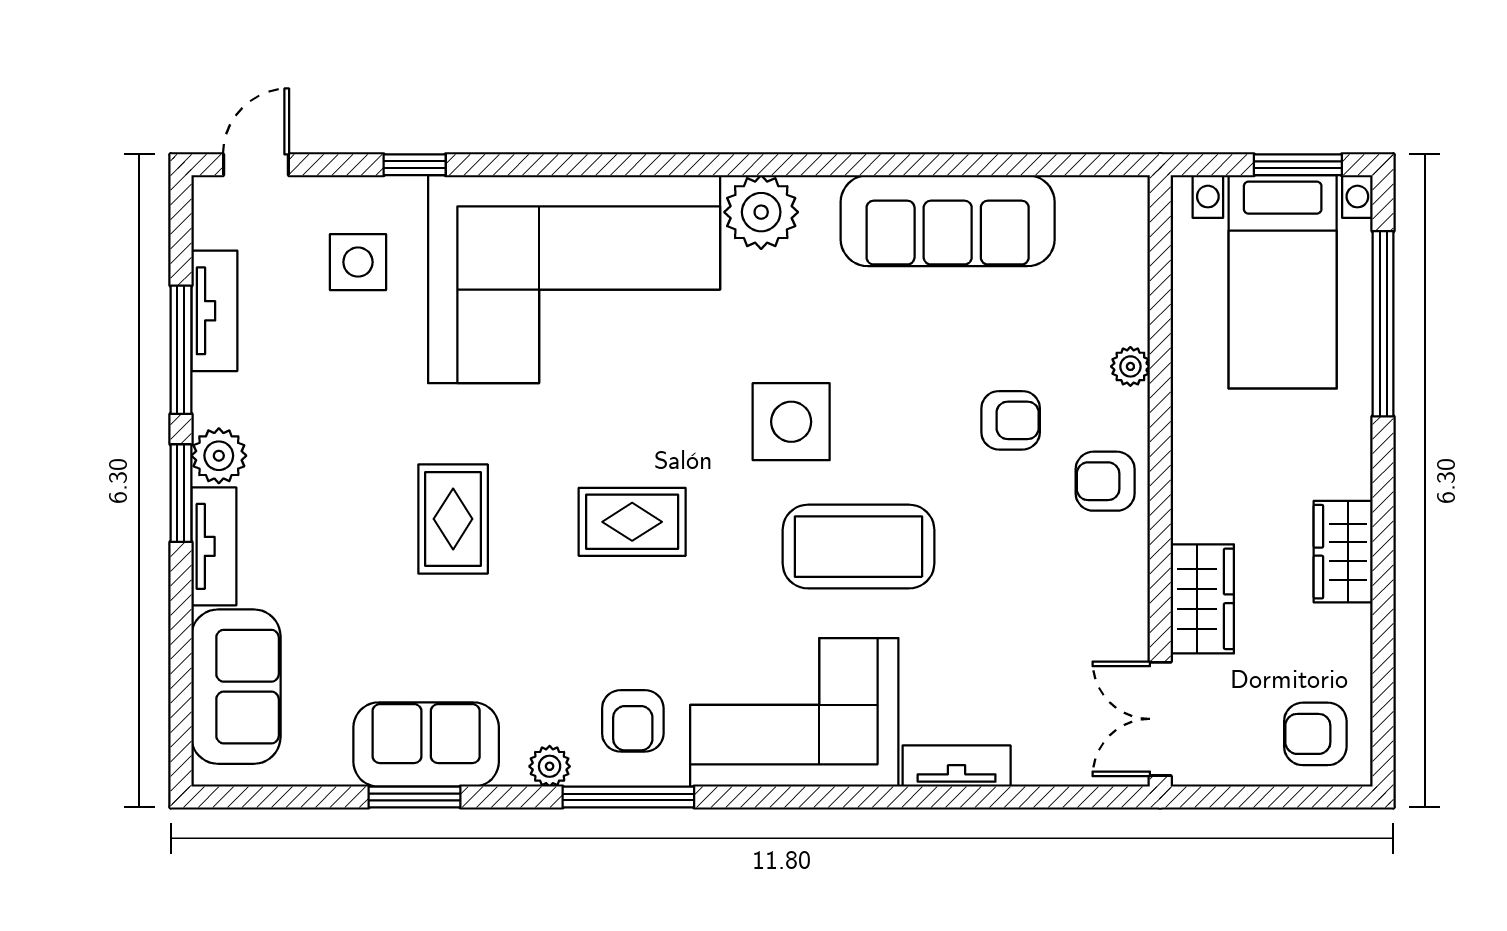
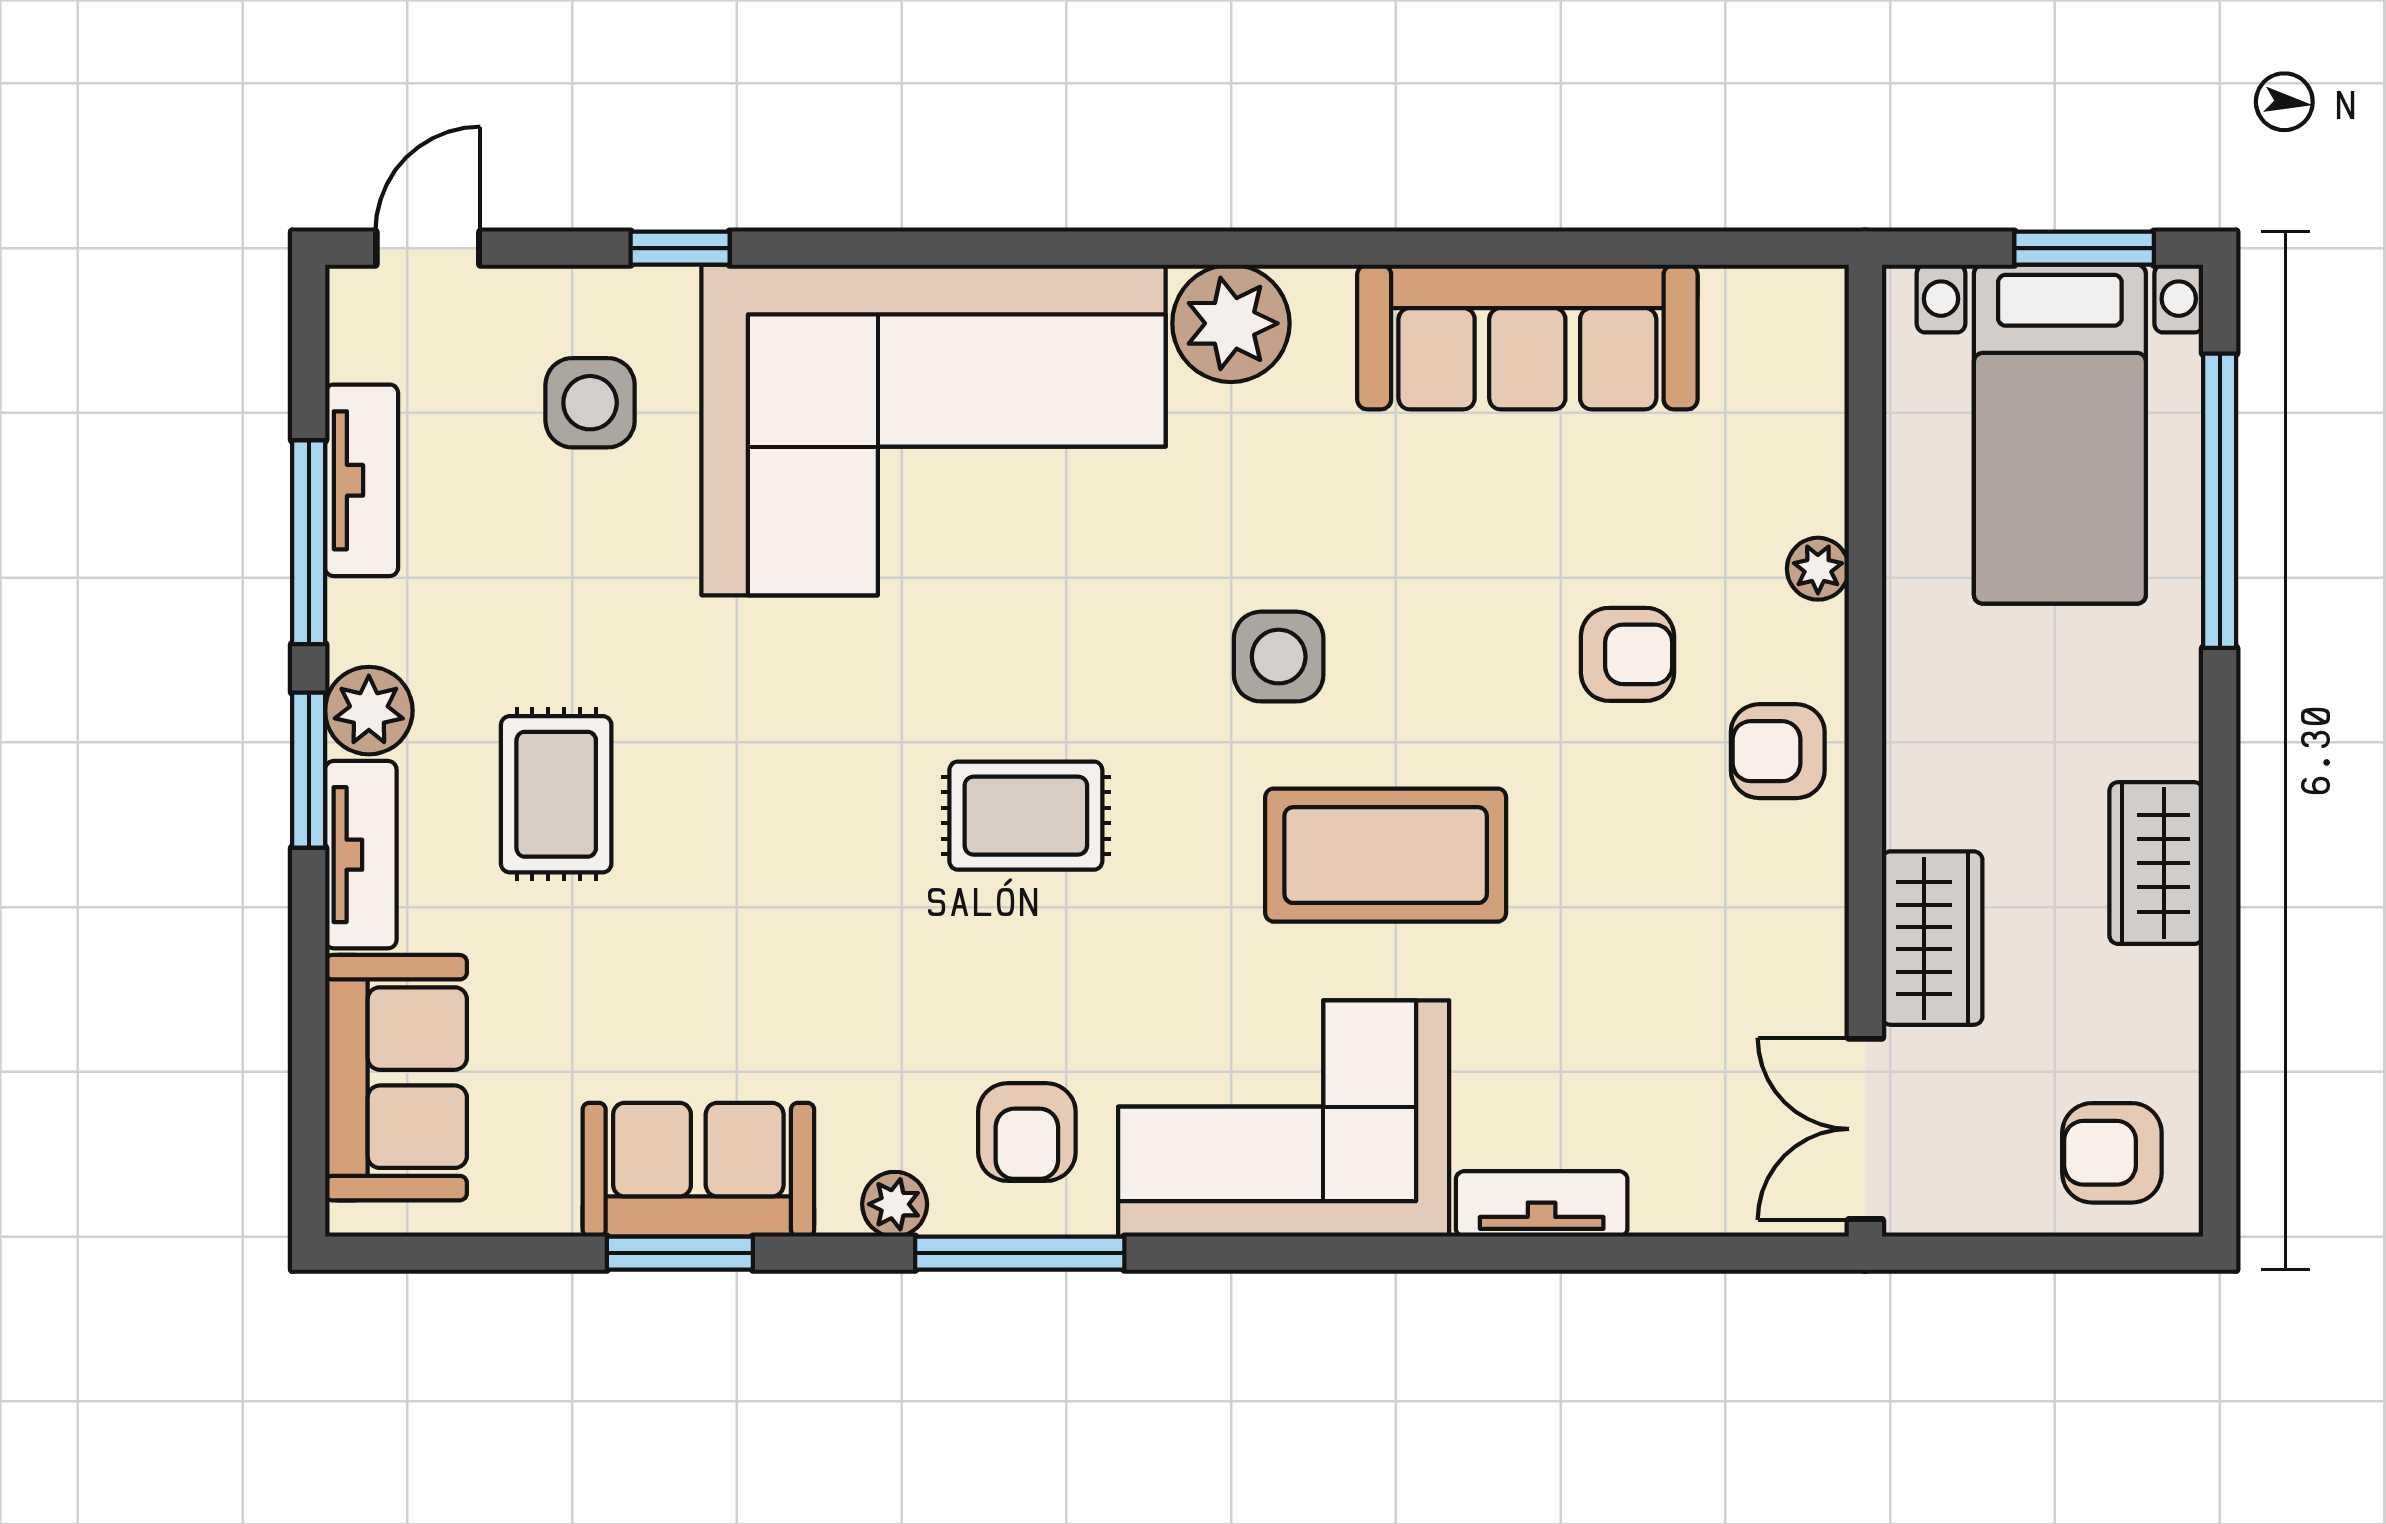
side table: (791, 422) -> (1279, 657), width x0.73, depth x0.73
rug: (453, 519) -> (556, 794), moved

